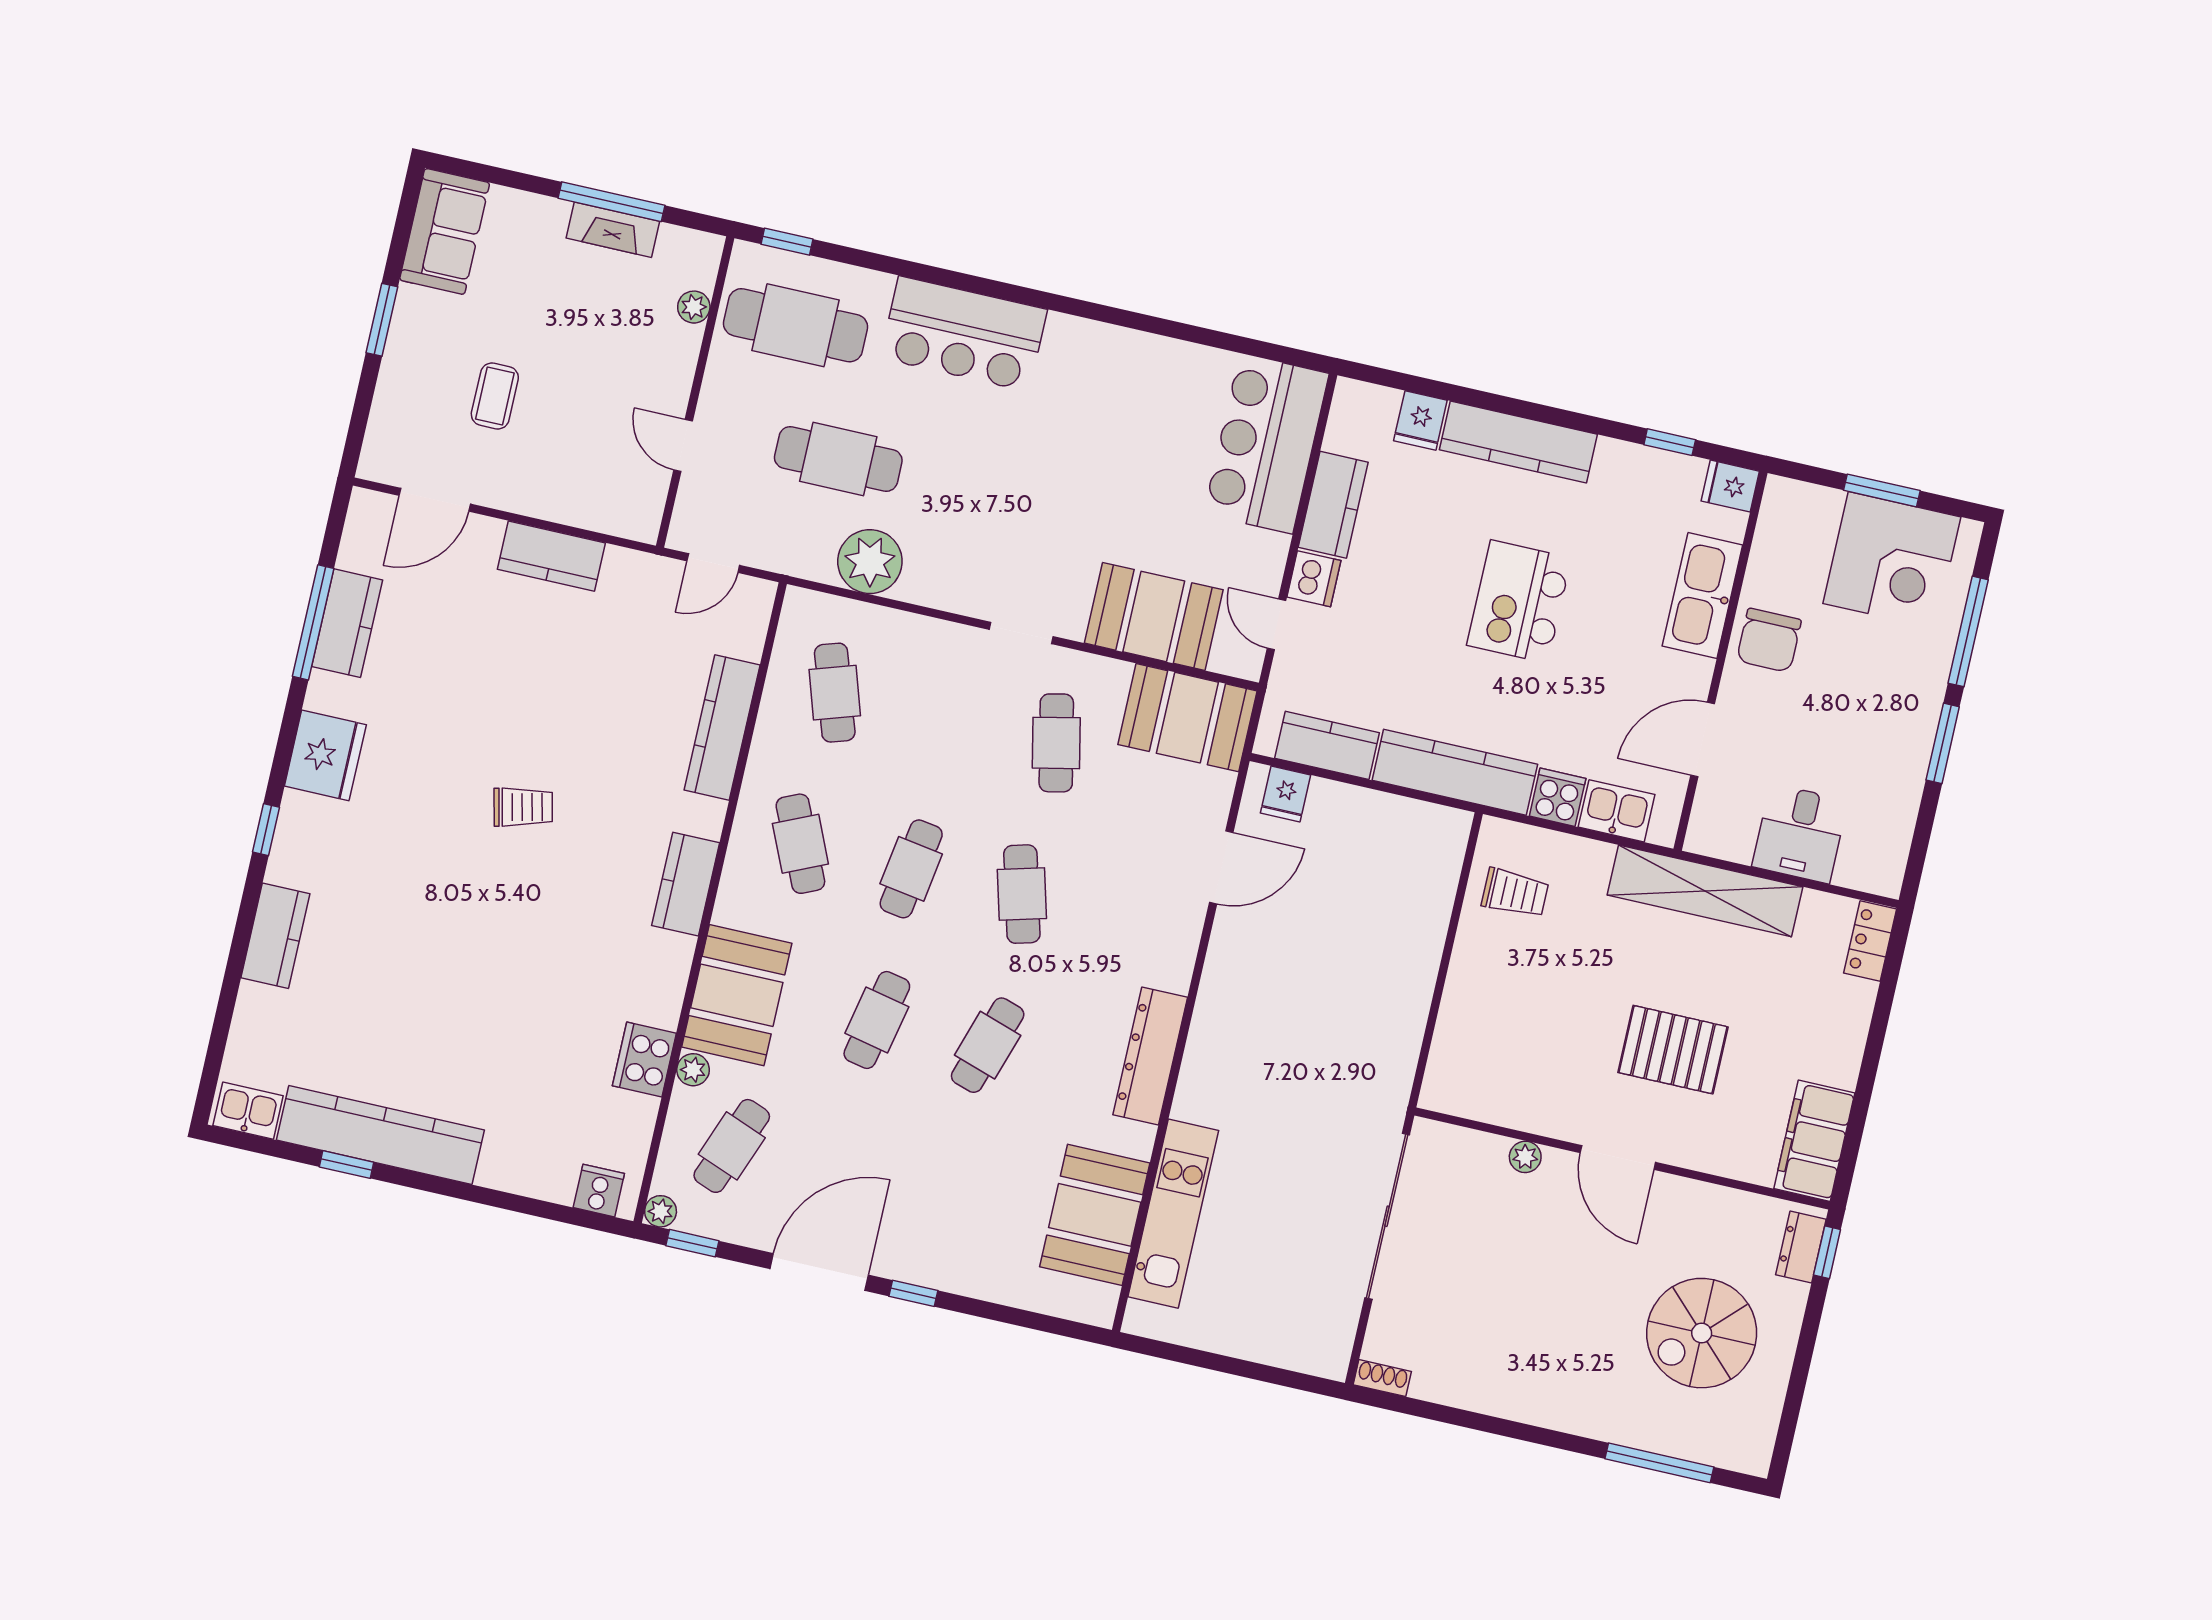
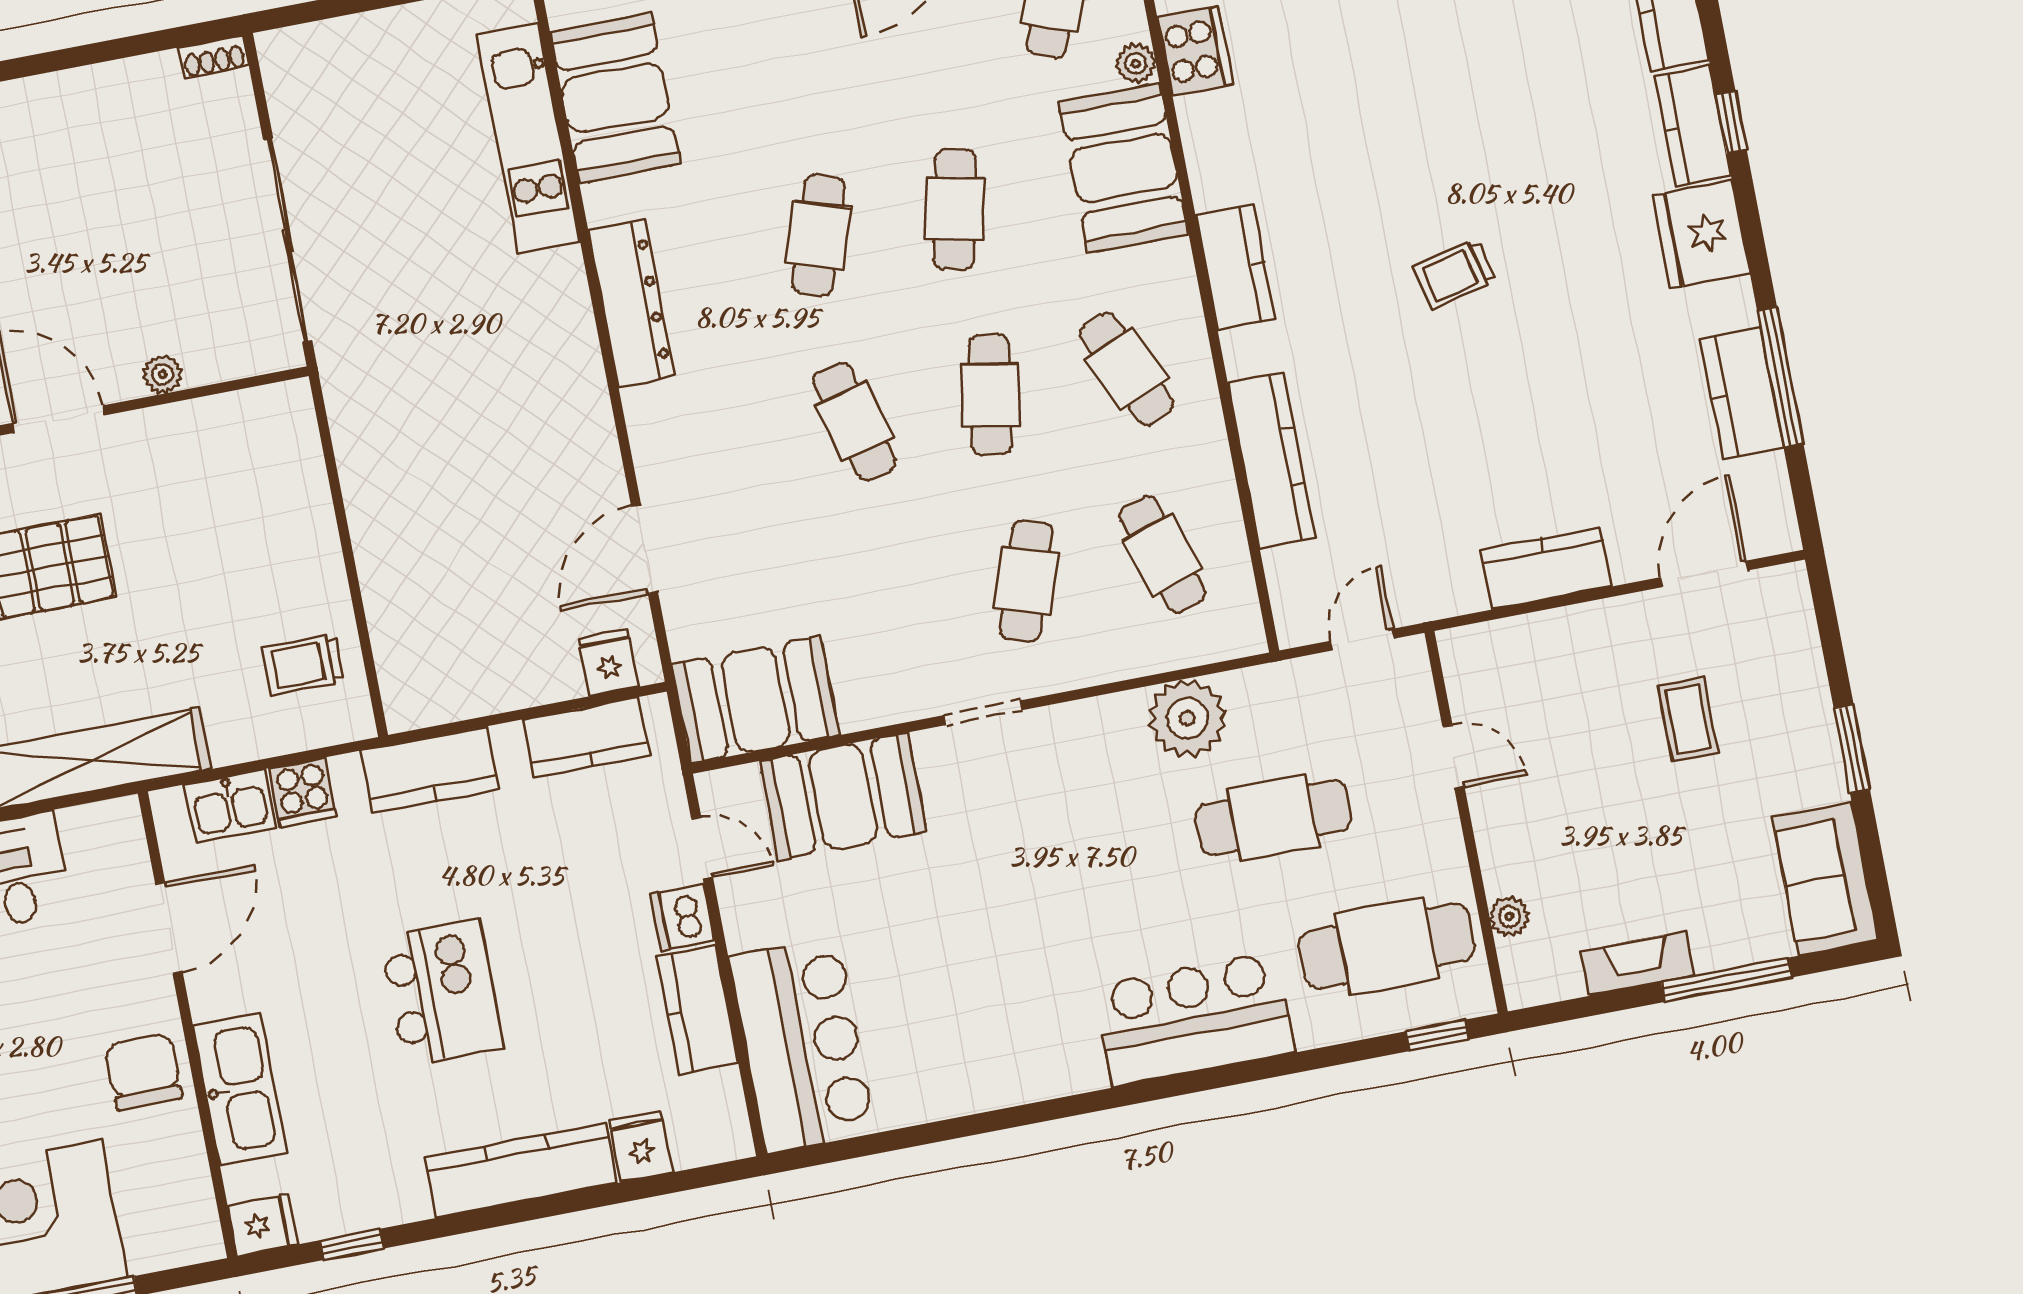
window: (611, 202) -> (1727, 980), moved
cafe table: (1056, 743) -> (1026, 581), moved, turned 30
kitchen counter: (1455, 772) -> (430, 770), width x0.67
kitchen counter: (296, 840) -> (1693, 126), added

